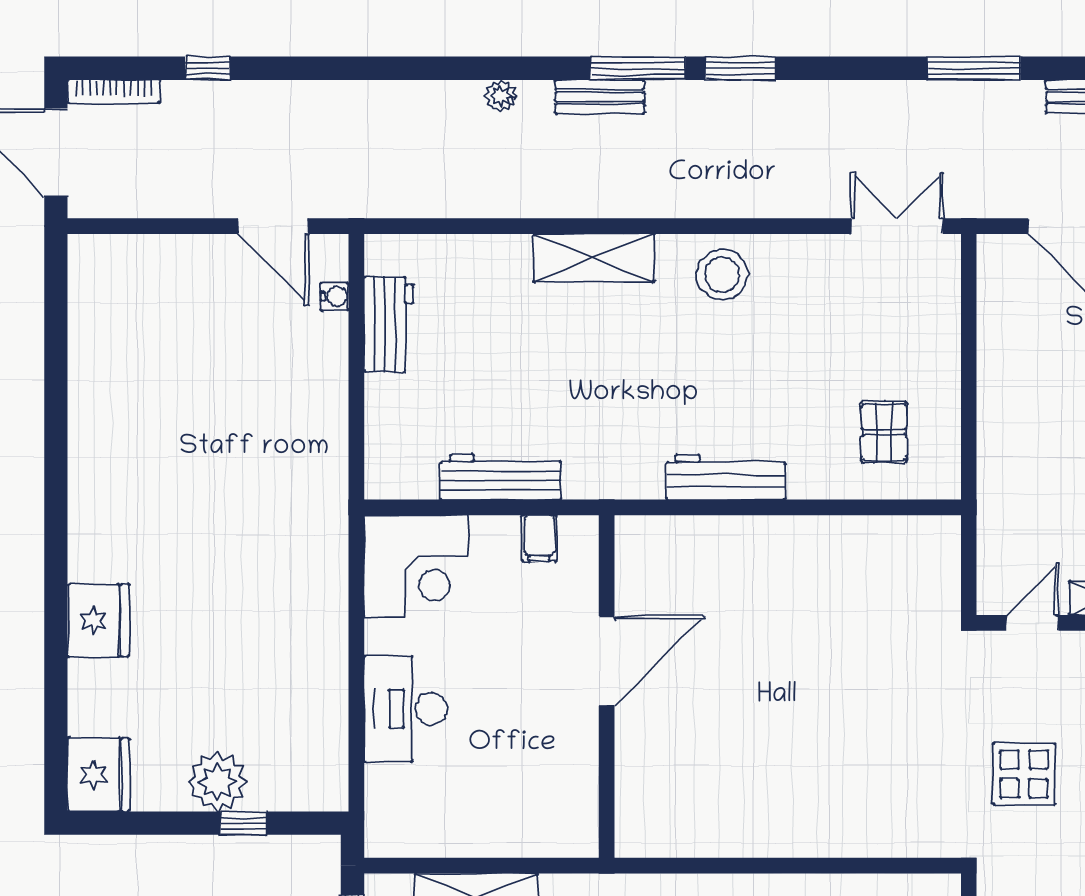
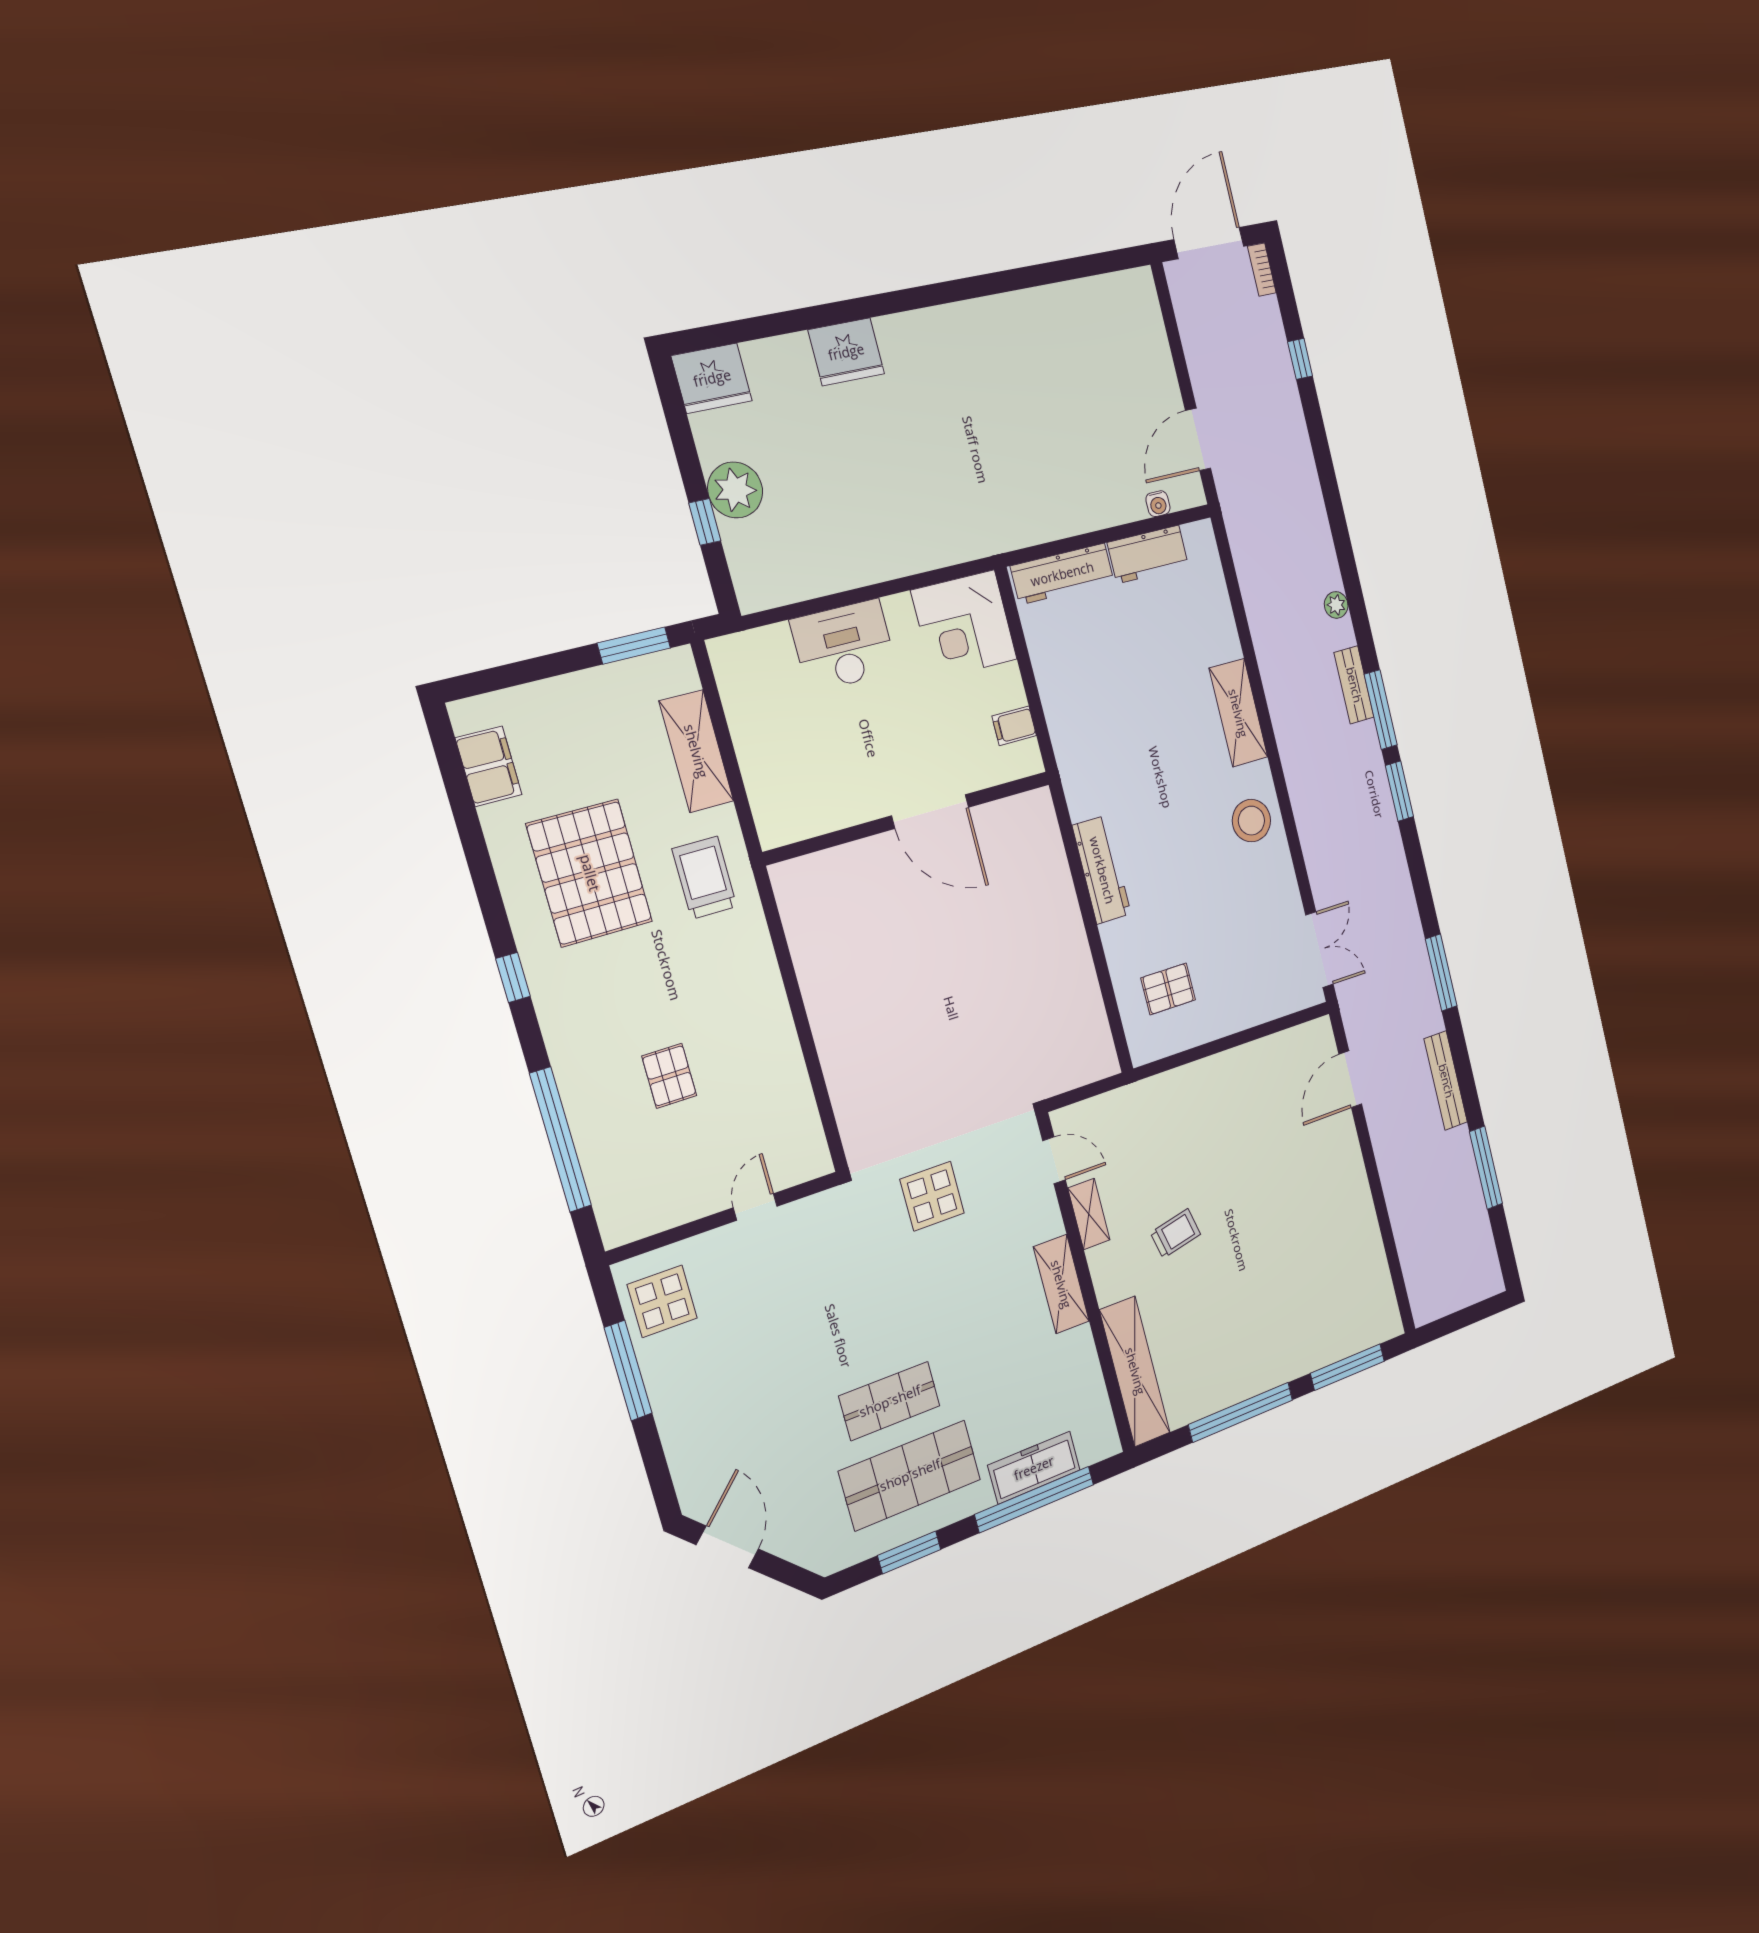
bookcase: (114, 92) -> (1262, 270), width x0.64
workbench: (501, 477) -> (1062, 574), moved, turned 90

